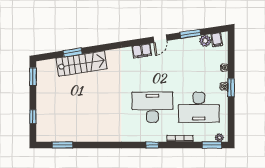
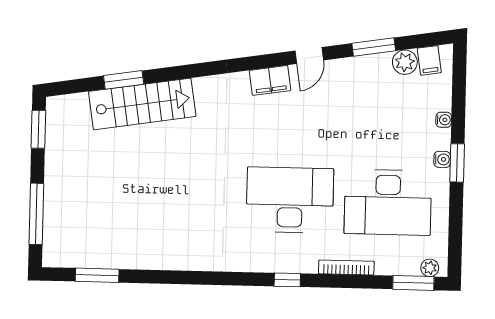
window: (33, 117) -> (36, 214), width x2.17

